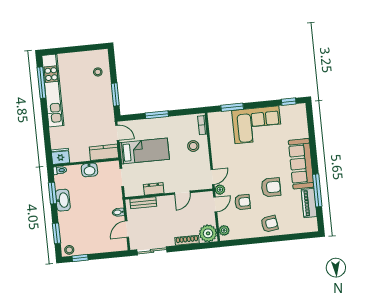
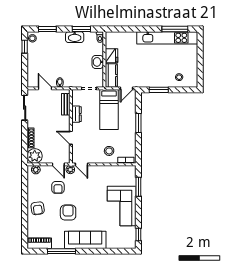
fridge: (60, 156) -> (112, 56), moved
armchair: (271, 187) -> (68, 213), turned 180
piano: (309, 203) -> (39, 243), moved

